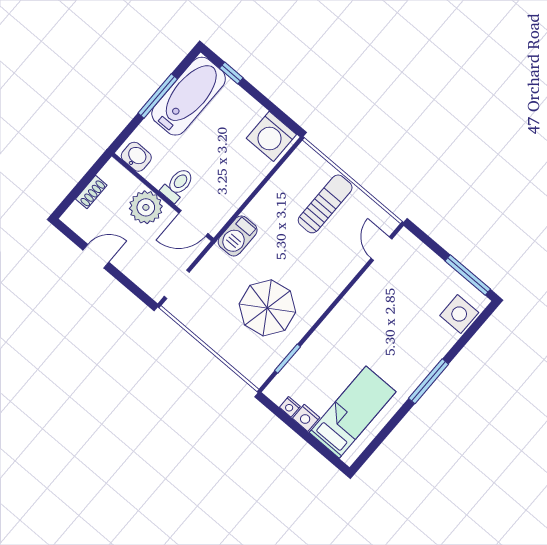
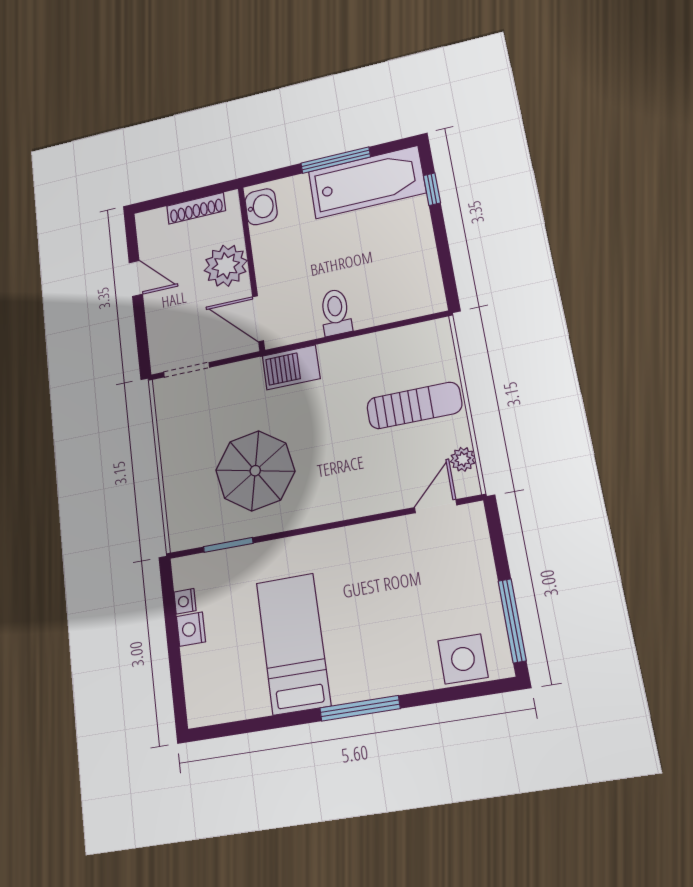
washing machine: (271, 136) -> (418, 287), removed
toilet: (177, 185) -> (336, 312), moved, turned -90
shoe rack: (91, 192) -> (196, 208), width x1.43
plant: (375, 213) -> (463, 459), added
bed: (353, 412) -> (293, 644), moved, turned -90

